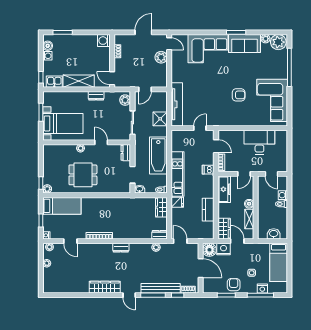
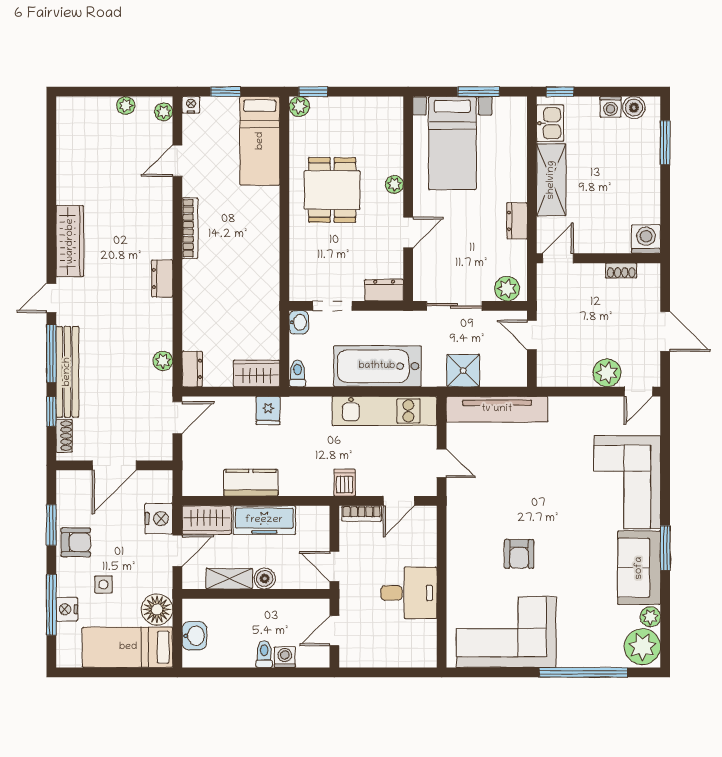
desk: (259, 142) -> (409, 593), width x0.73
kitchen unit: (177, 174) -> (384, 411), moved
freezer: (224, 189) -> (264, 520), moved
floor lamp: (209, 250) -> (157, 609), moved

